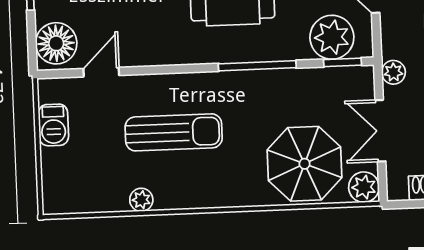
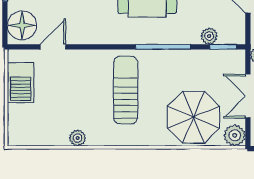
plant: (332, 37) -> (209, 36), width x0.53, depth x0.53
barbecue: (53, 125) -> (21, 83), width x1.38, depth x1.27
sun lounger: (174, 132) -> (126, 90), moved, turned -90

